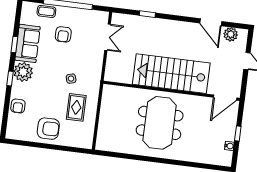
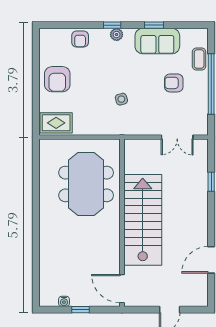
plant: (231, 34) -> (199, 286), removed
plant: (23, 72) -> (117, 35), width x0.53, depth x0.53
armchair: (18, 106) -> (80, 39), turned -90
rug: (76, 107) -> (56, 123), moved
meeting table: (160, 123) -> (86, 184), moved, turned 90

